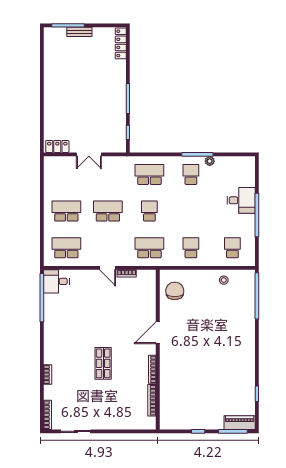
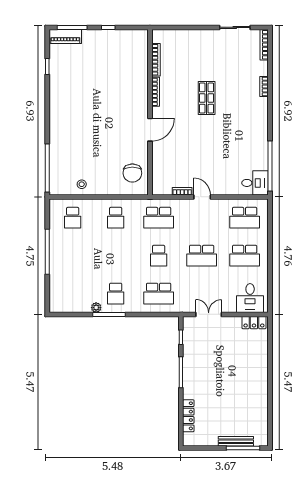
bench: (79, 32) -> (236, 441), width x1.36
locker: (121, 43) -> (188, 416), moved
double door: (89, 154) -> (209, 314), moved
desk: (241, 200) -> (250, 298), moved, turned -90

